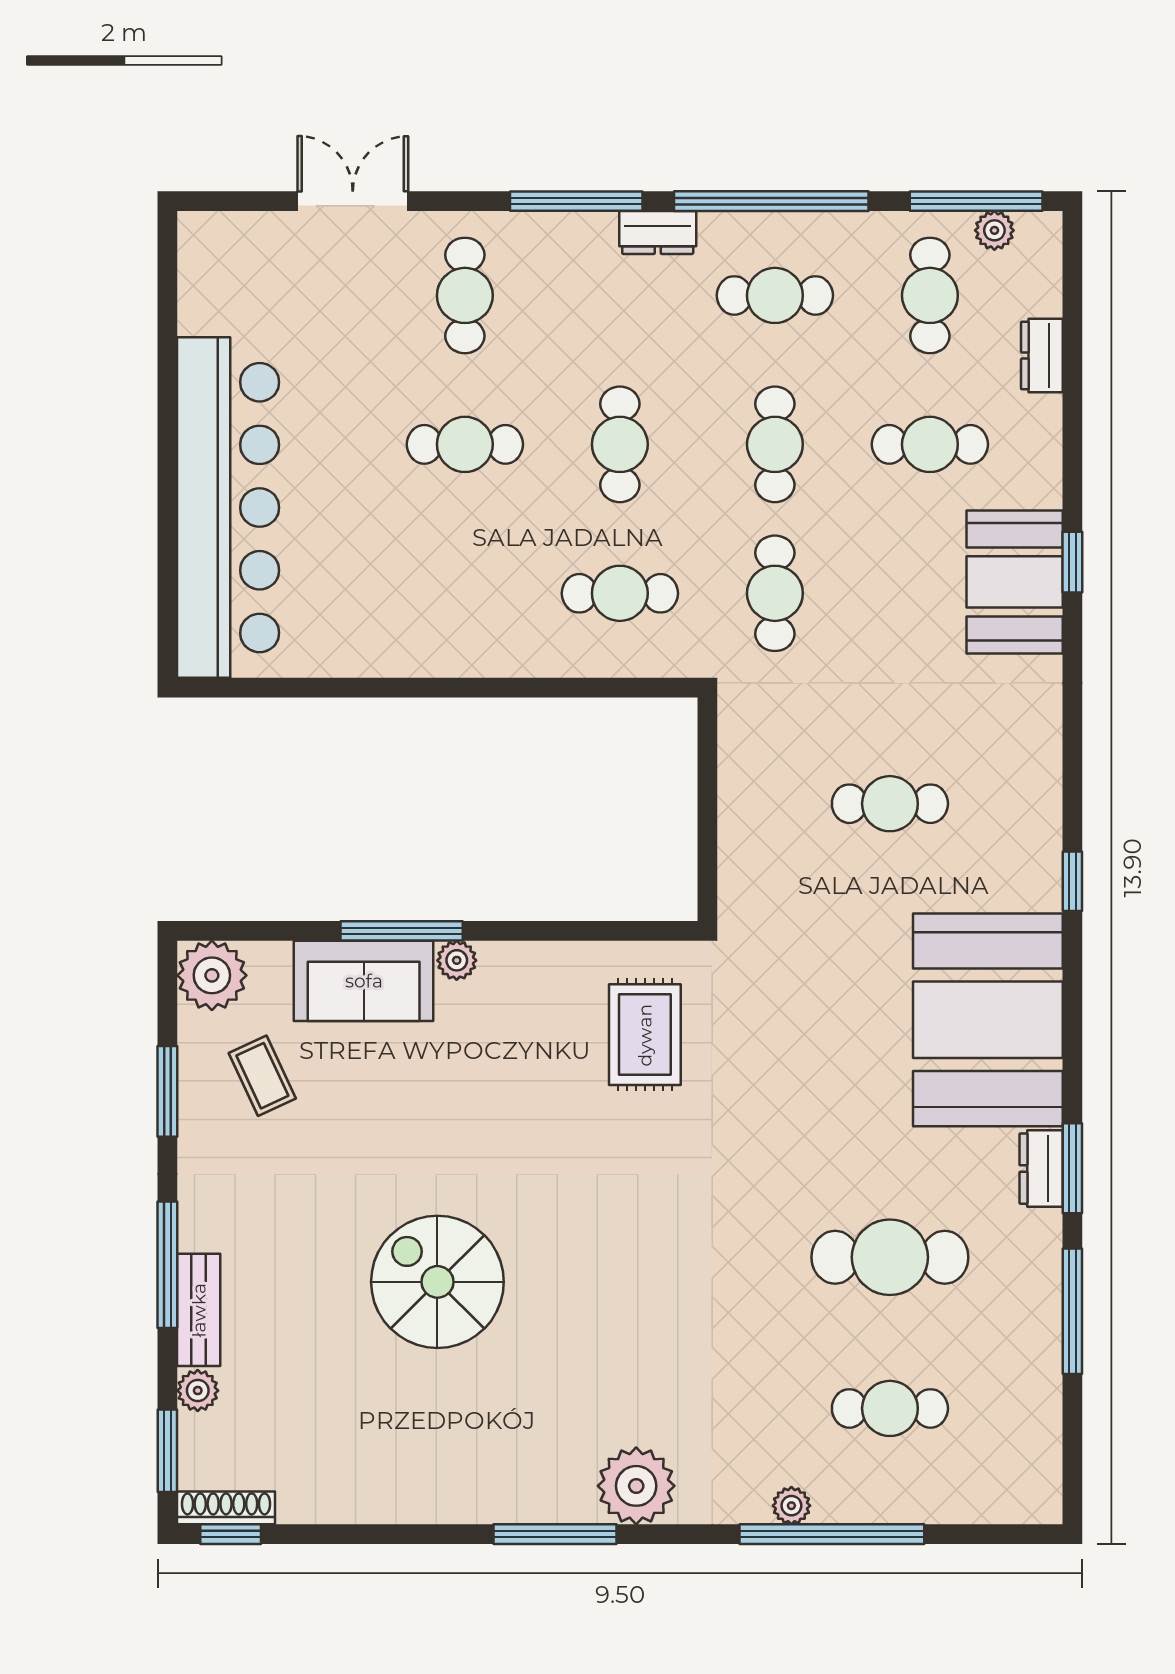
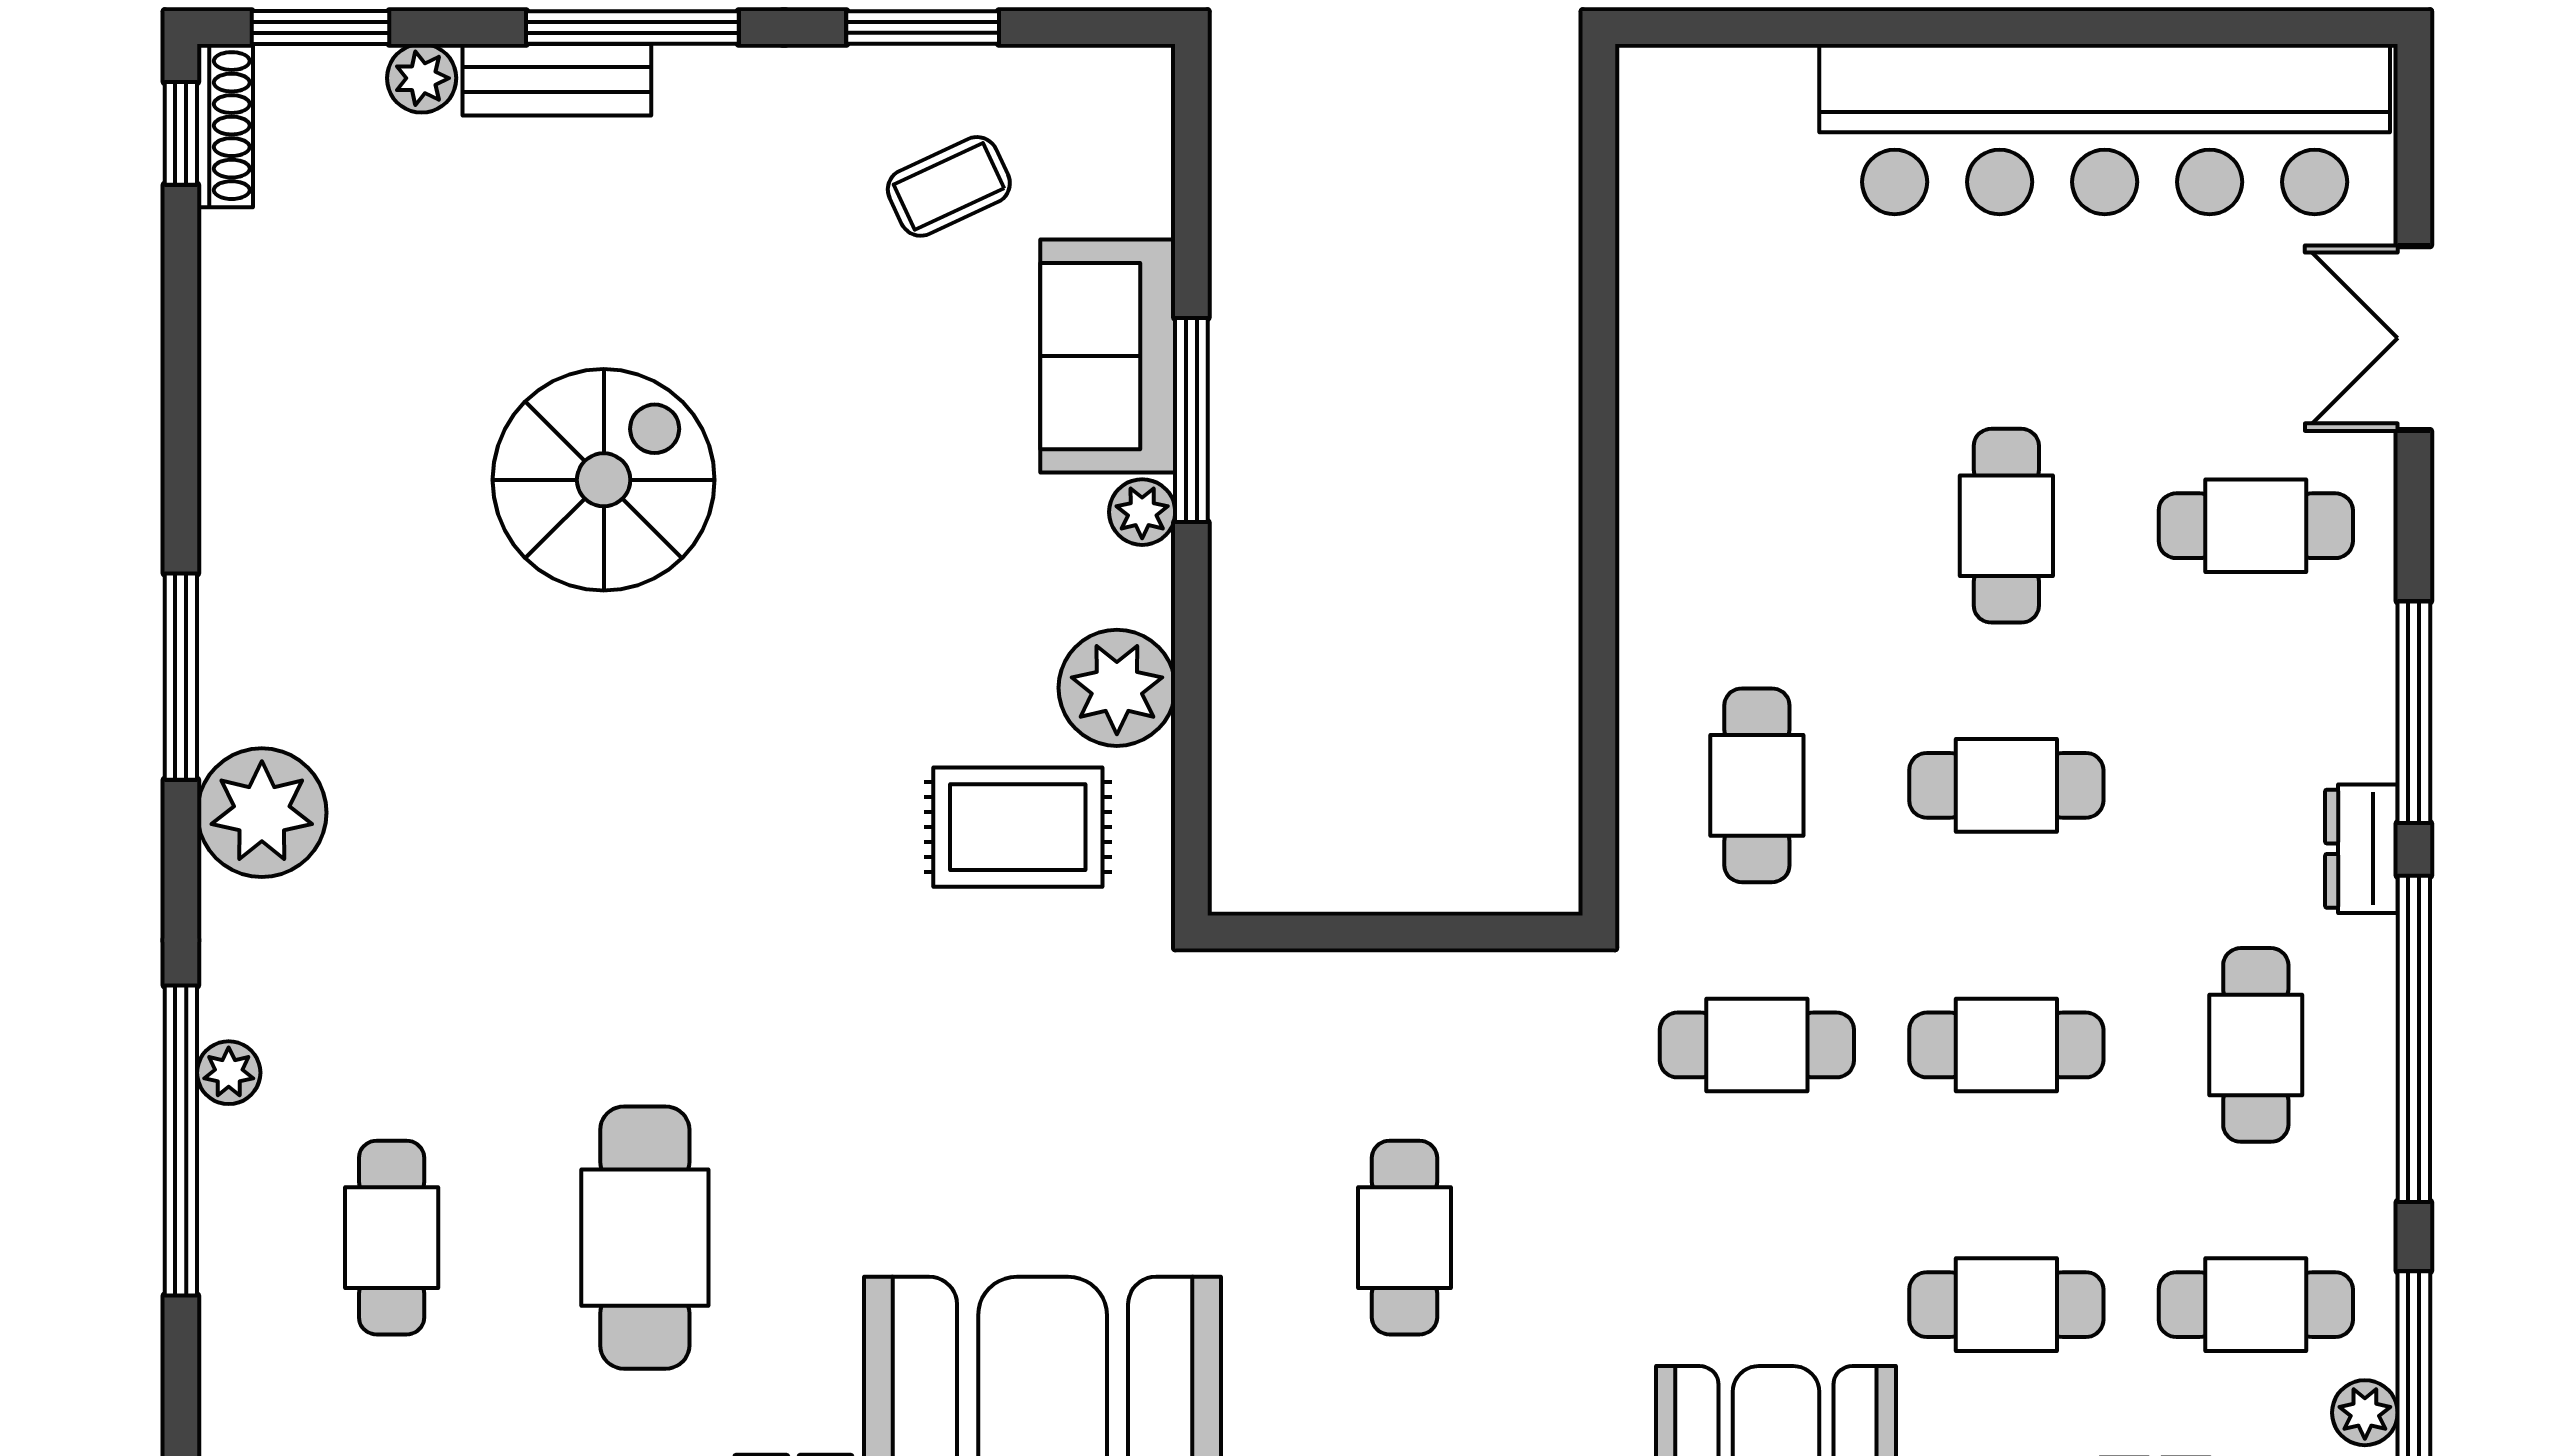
double door: (353, 201) -> (2414, 338), swing flipped
cafe table: (930, 444) -> (2006, 1305), turned 90
bar counter: (228, 508) -> (2105, 129), moved
plant: (212, 975) -> (1117, 688), moved

